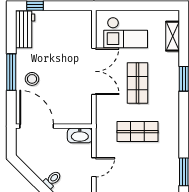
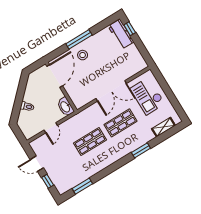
workbench: (25, 29) -> (121, 34), moved, turned 90
shop shelf: (138, 132) -> (90, 141), turned 90
door: (94, 167) -> (51, 128), hinge flipped

